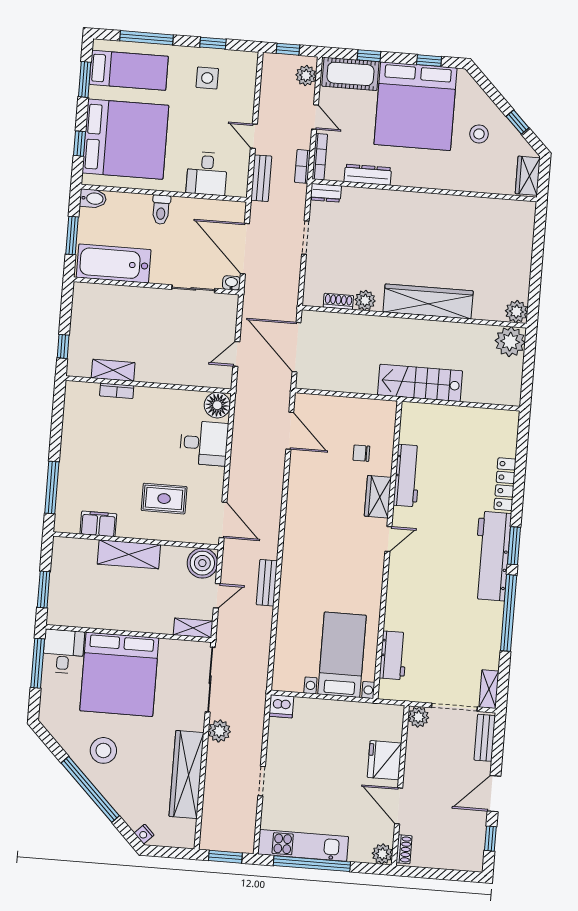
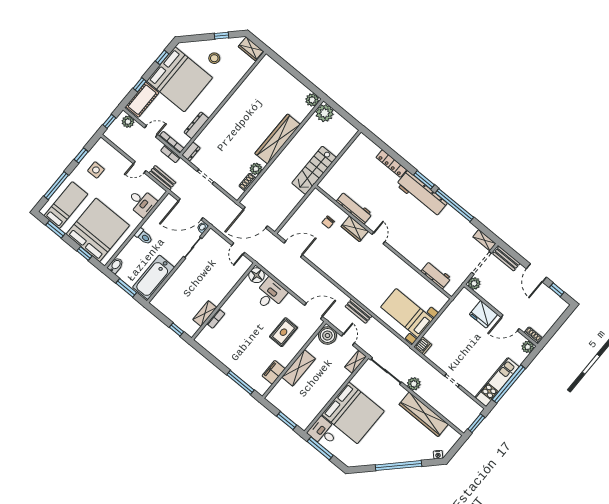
bed with nightstands: (342, 655) -> (407, 313), moved
stool: (103, 750) -> (384, 446), removed

